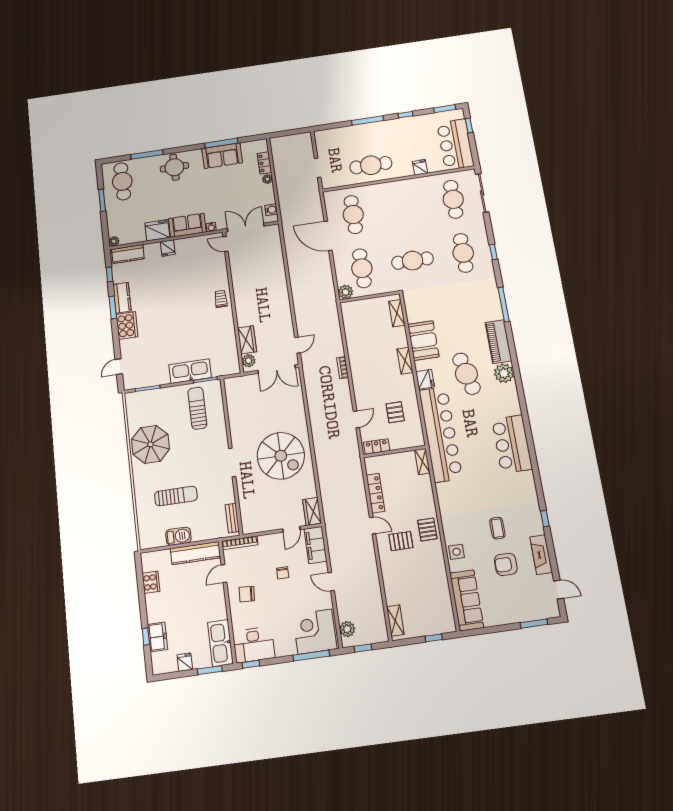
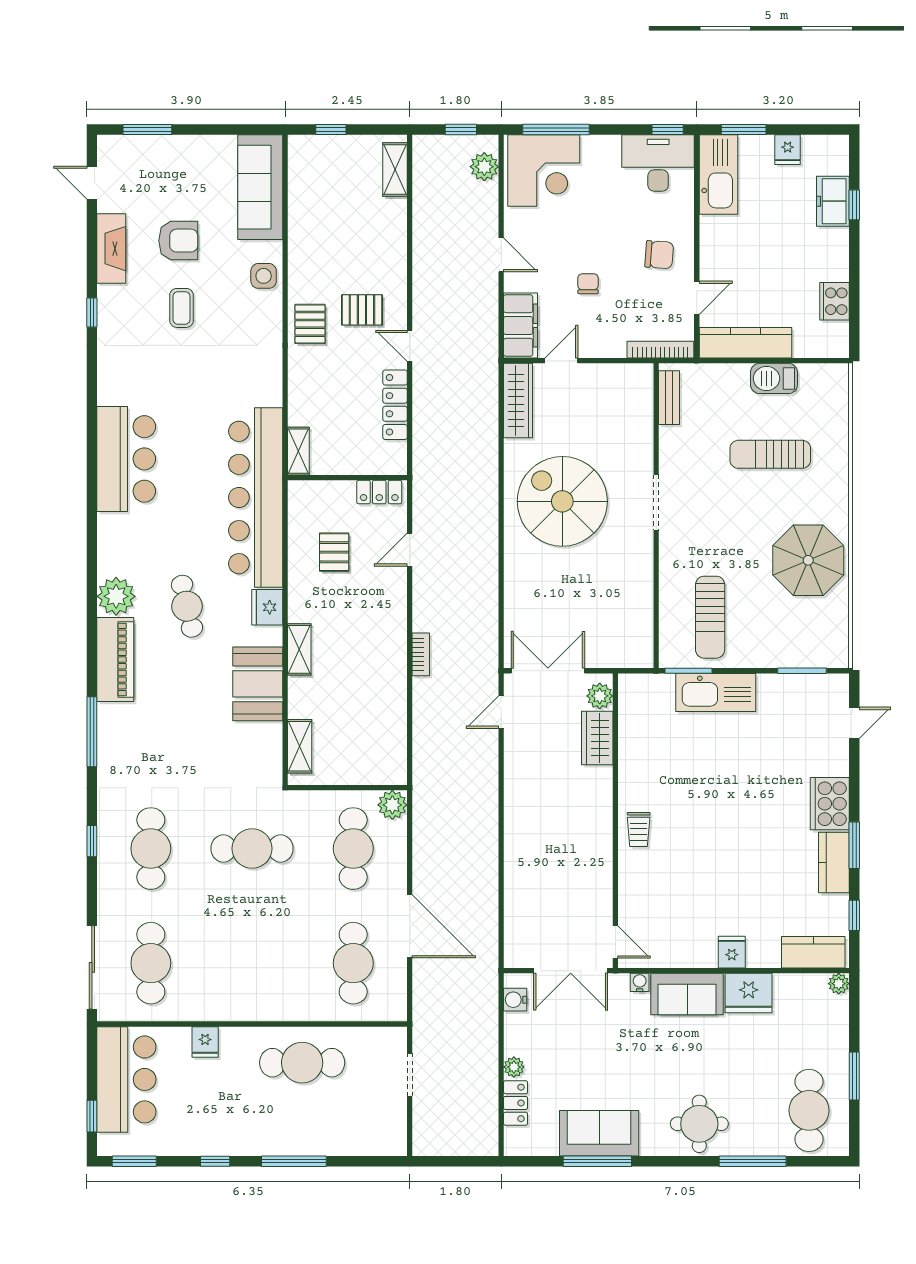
cafe table: (466, 374) -> (187, 606), width x0.73, depth x0.74
wardrobe: (312, 511) -> (518, 401), width x1.50

